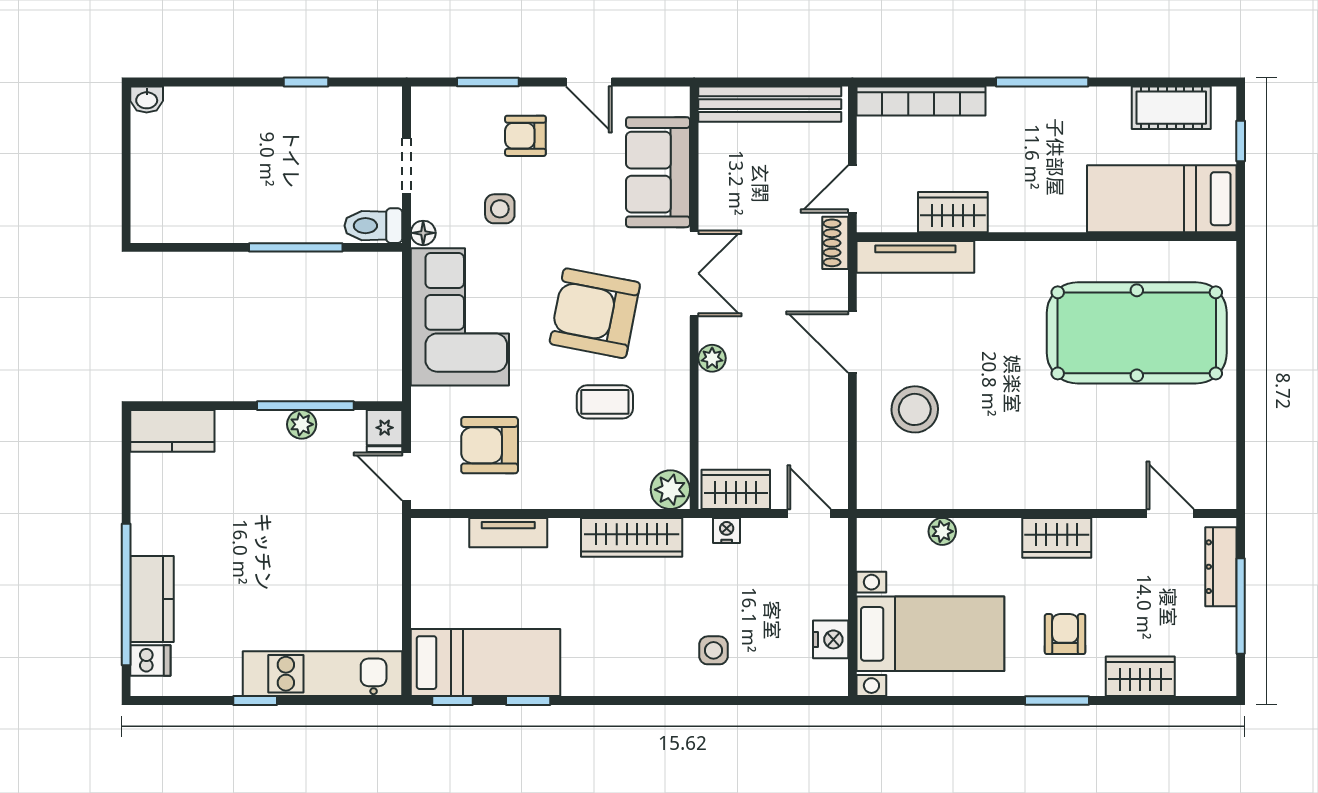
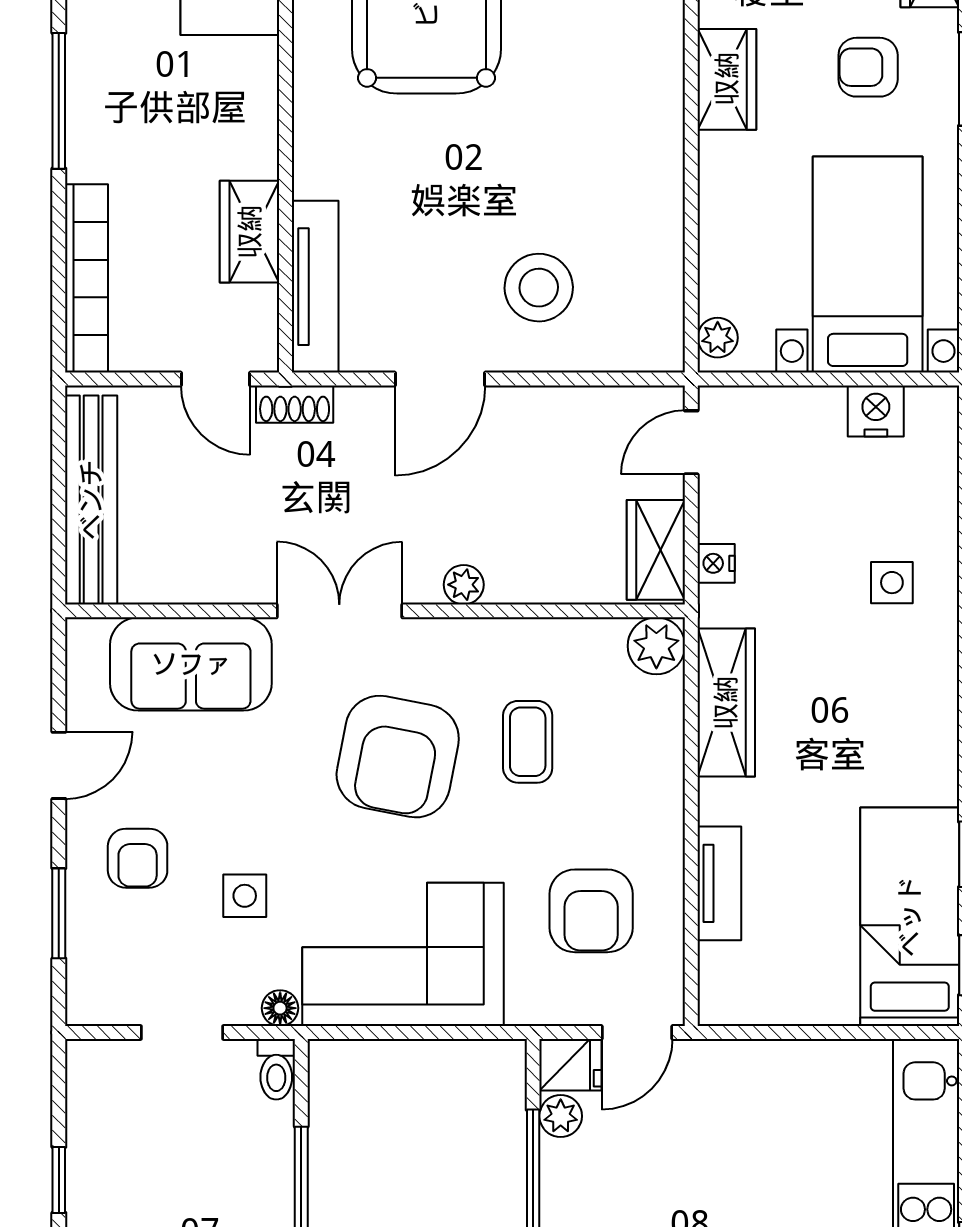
toilet: (373, 226) -> (276, 1069), width x0.73, depth x0.72
plant: (302, 424) -> (561, 1116), moved
plant: (942, 531) -> (718, 338), moved

